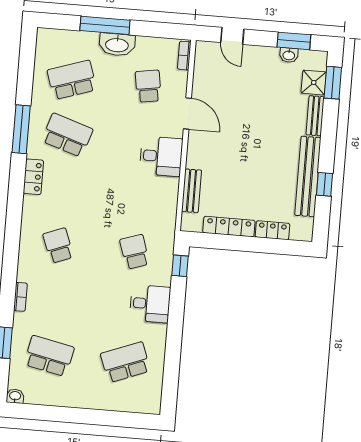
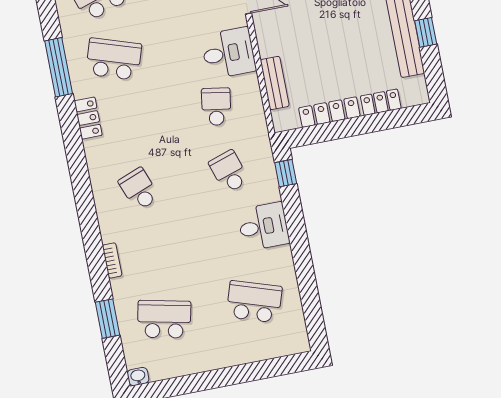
school desk: (139, 197) -> (216, 107), added
school desk: (125, 362) -> (254, 302), turned 39

